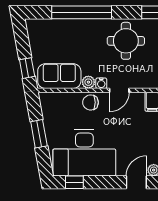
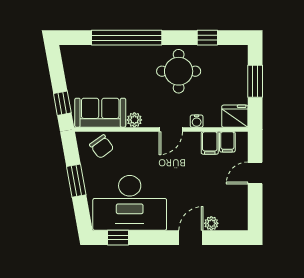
water cooler: (101, 83) -> (197, 121), moved
chair: (91, 102) -> (102, 147), moved, turned -126

